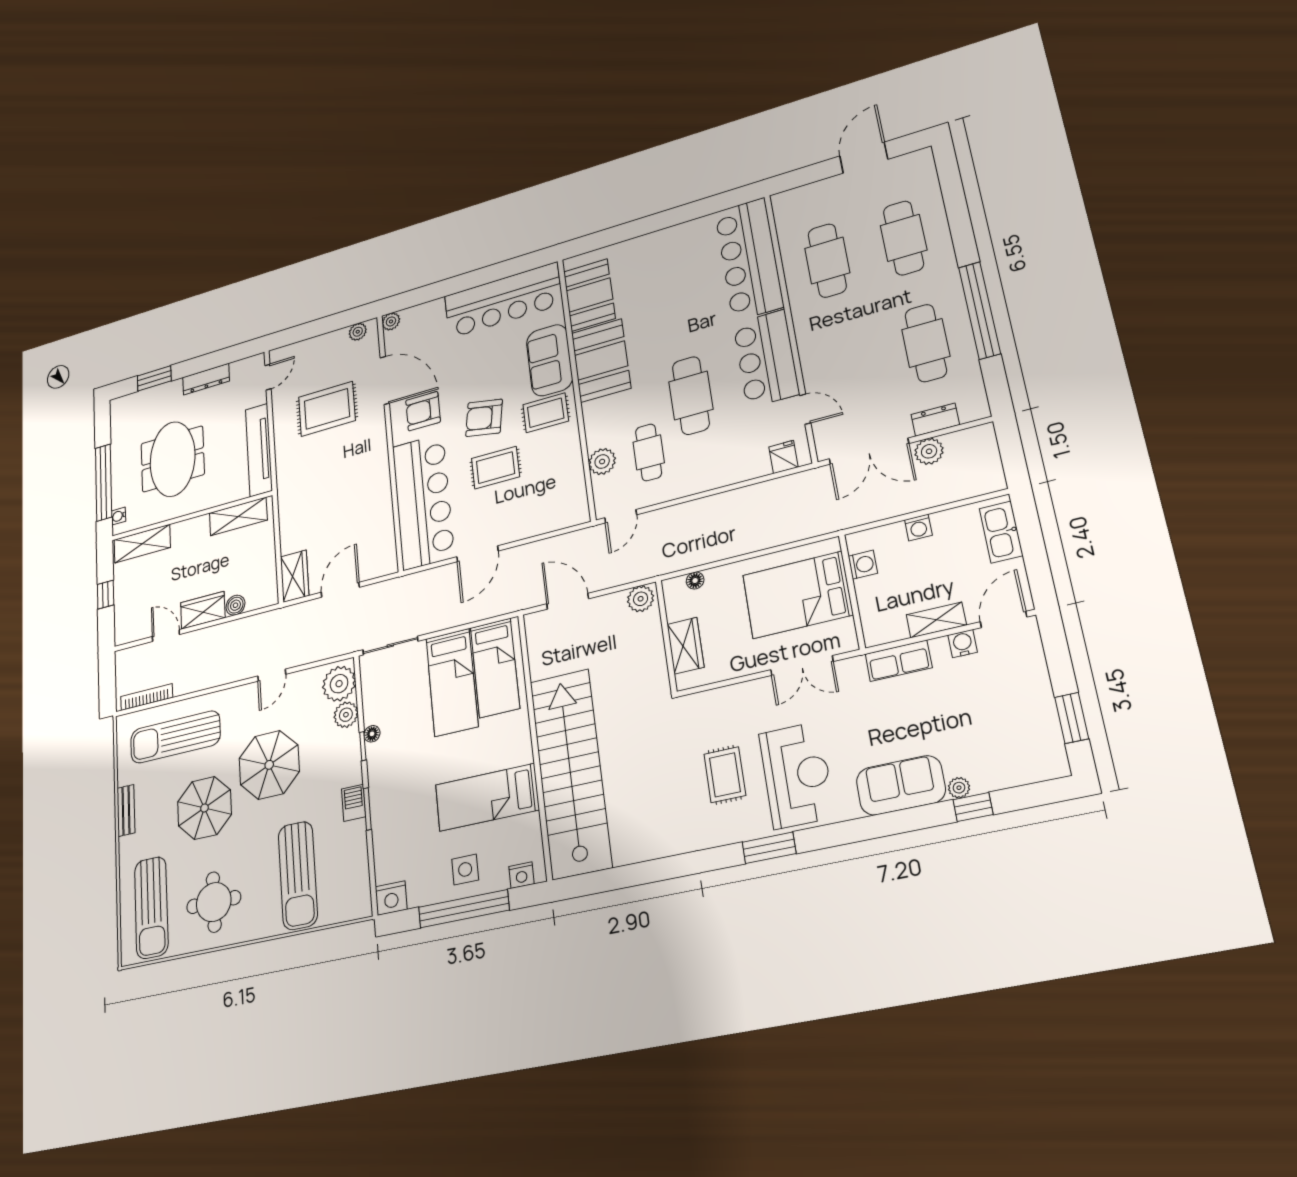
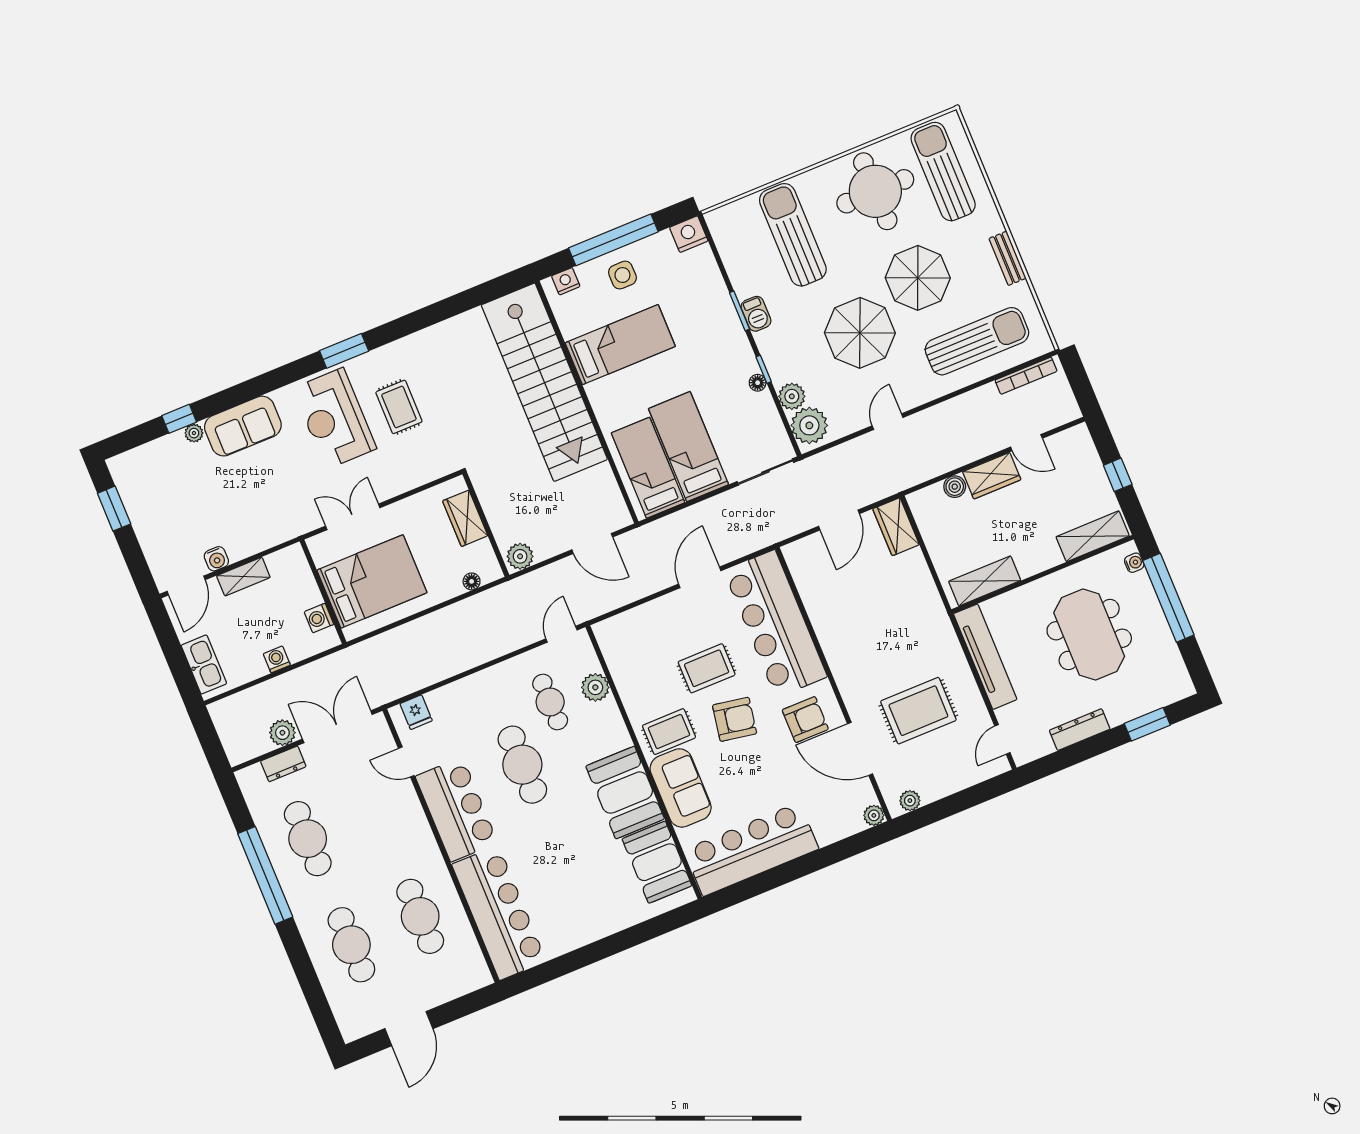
row of seats: (899, 661) -> (268, 535), removed
round table: (214, 902) -> (875, 191), width x1.36, depth x1.36

